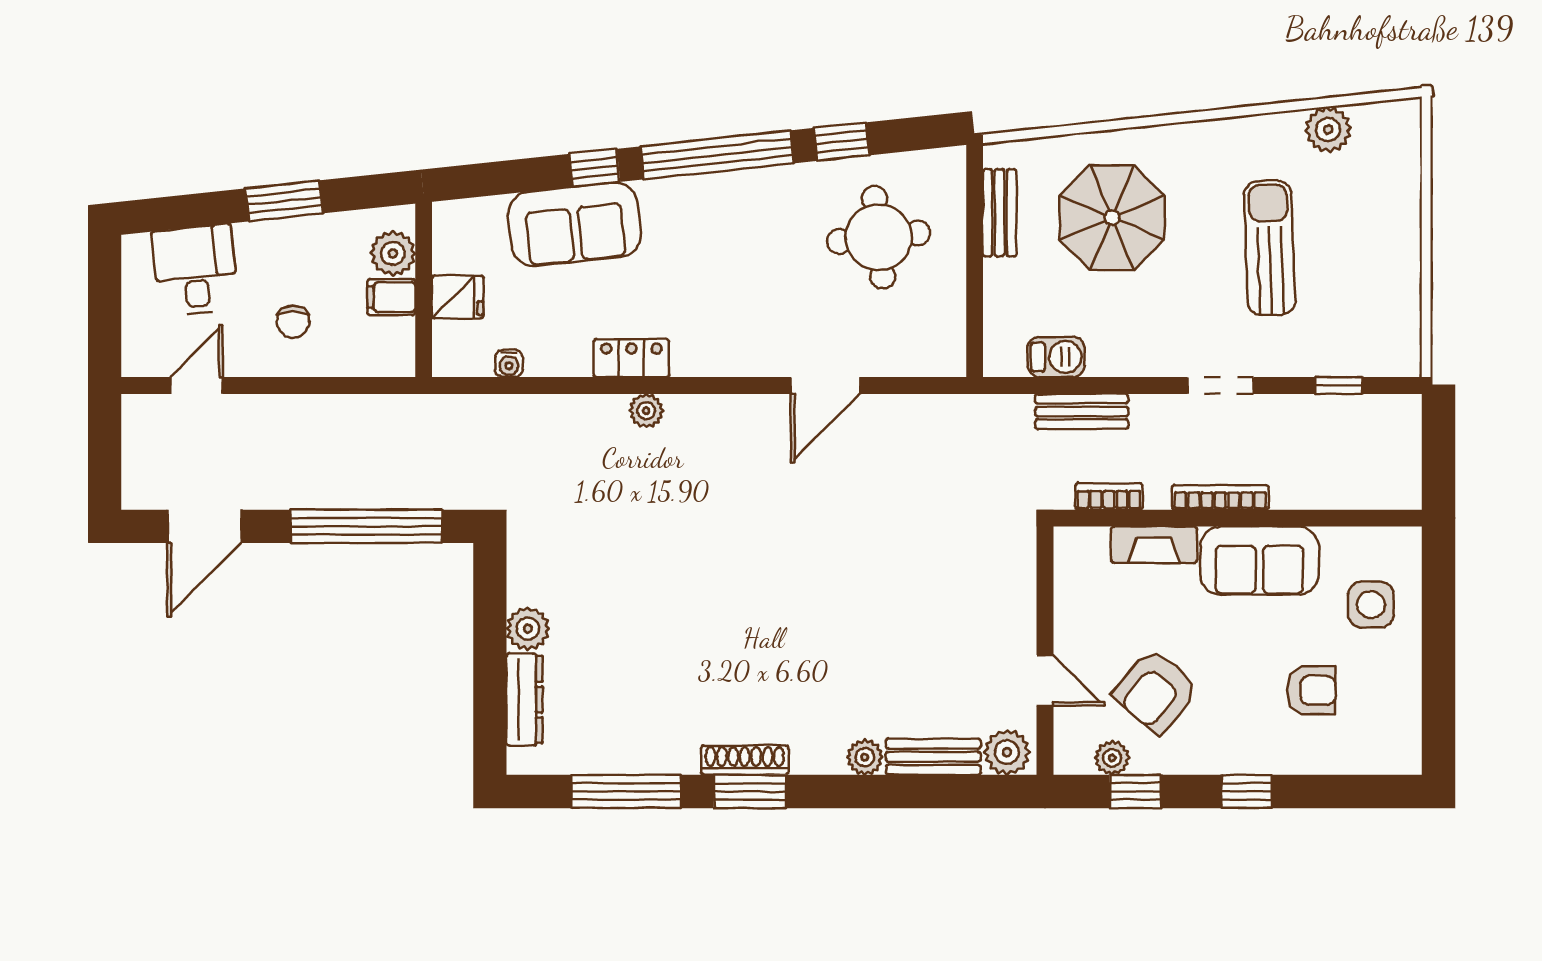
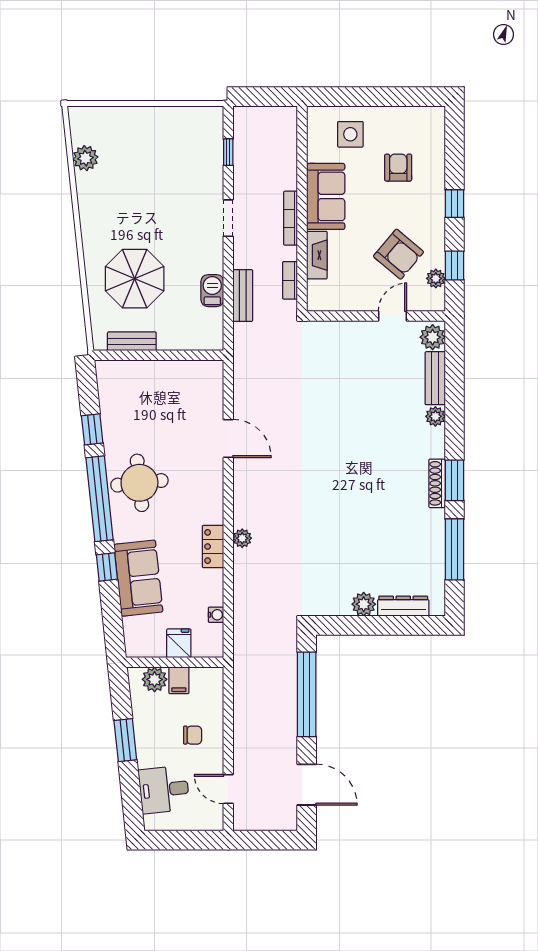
round table: (879, 237) -> (139, 483), moved
sun lounger: (1270, 248) -> (152, 191), removed
barbecue: (1056, 357) -> (212, 291), moved

